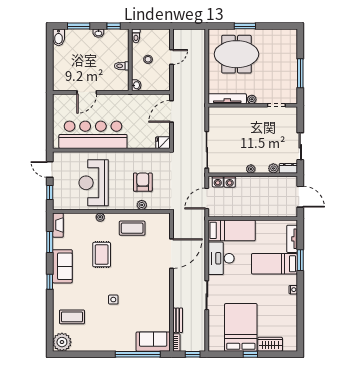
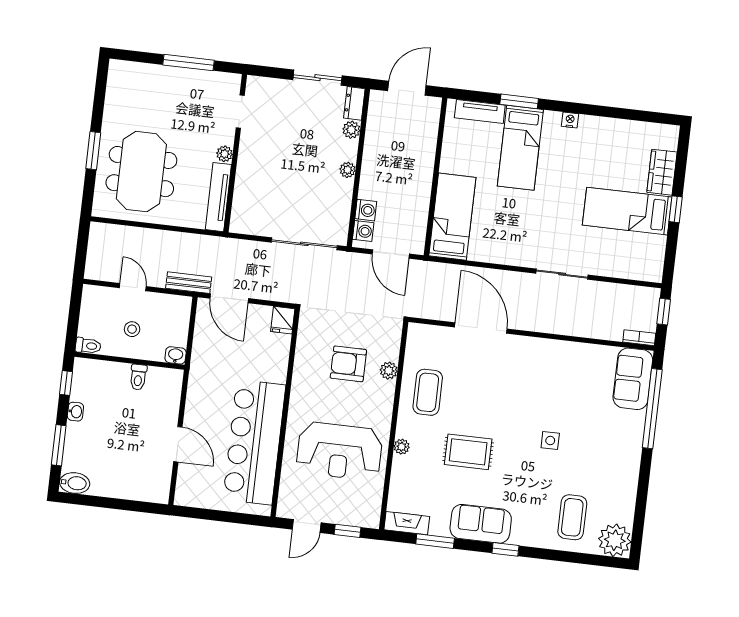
desk: (221, 258) -> (500, 241), removed
bench: (178, 320) -> (189, 283), moved
bed: (241, 327) -> (627, 211), width x0.67

